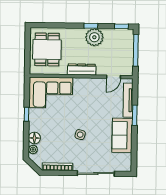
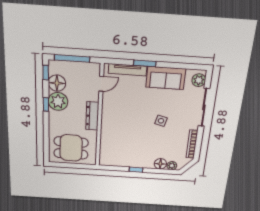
floor lamp: (112, 36) -> (57, 83), added
door: (114, 77) -> (101, 84), hinge flipped
corner sofa: (51, 93) -> (115, 147), removed
plant: (122, 165) -> (199, 80), added

